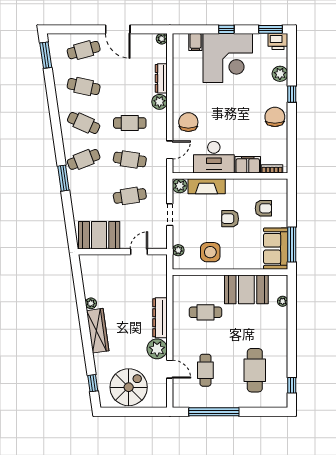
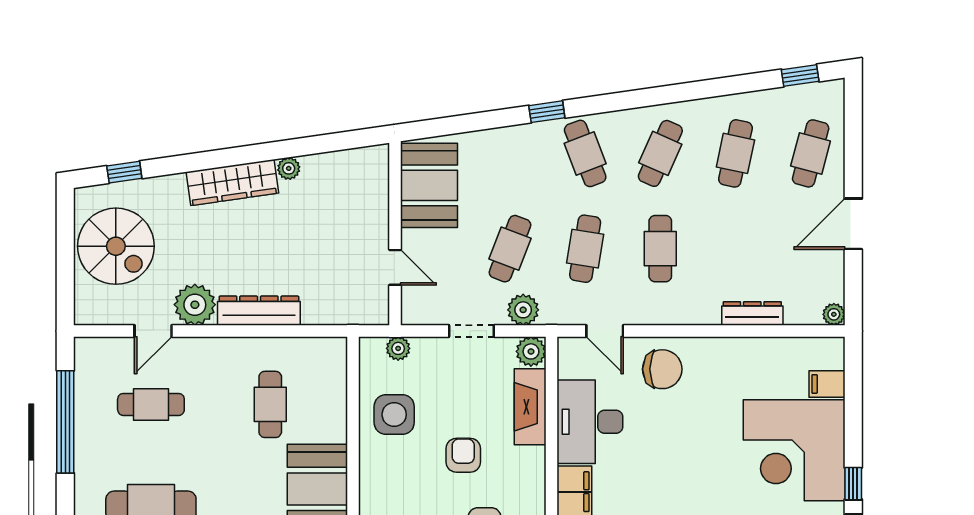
window: (226, 29) -> (853, 484), moved
cafe table: (84, 50) -> (811, 153), turned 30
window: (46, 55) -> (800, 75), width x0.67
plant: (159, 102) -> (523, 310), moved
window: (63, 178) -> (547, 112), width x0.67
cafe table: (130, 196) -> (510, 249), turned 30

